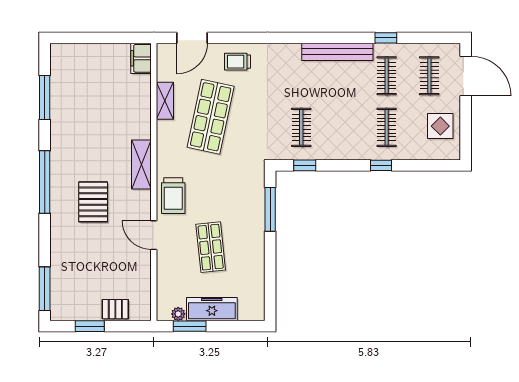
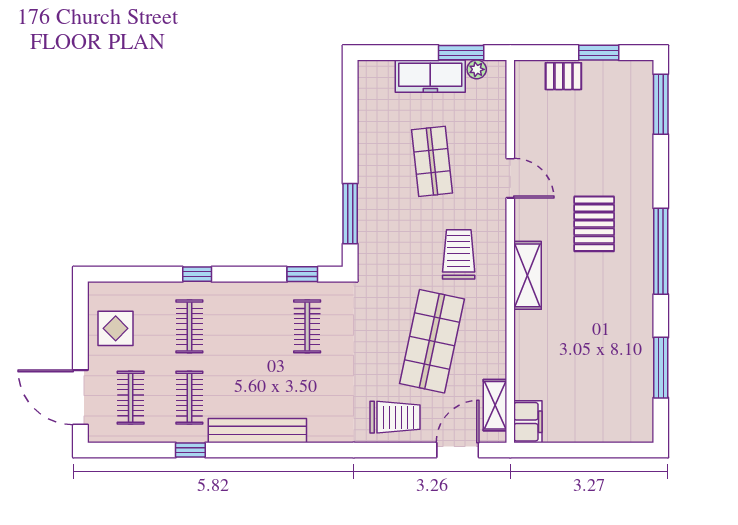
trolley: (237, 62) -> (395, 417), width x1.36, depth x1.39
shelving: (165, 101) -> (495, 405), moved
trolley: (173, 196) -> (459, 254), moved

